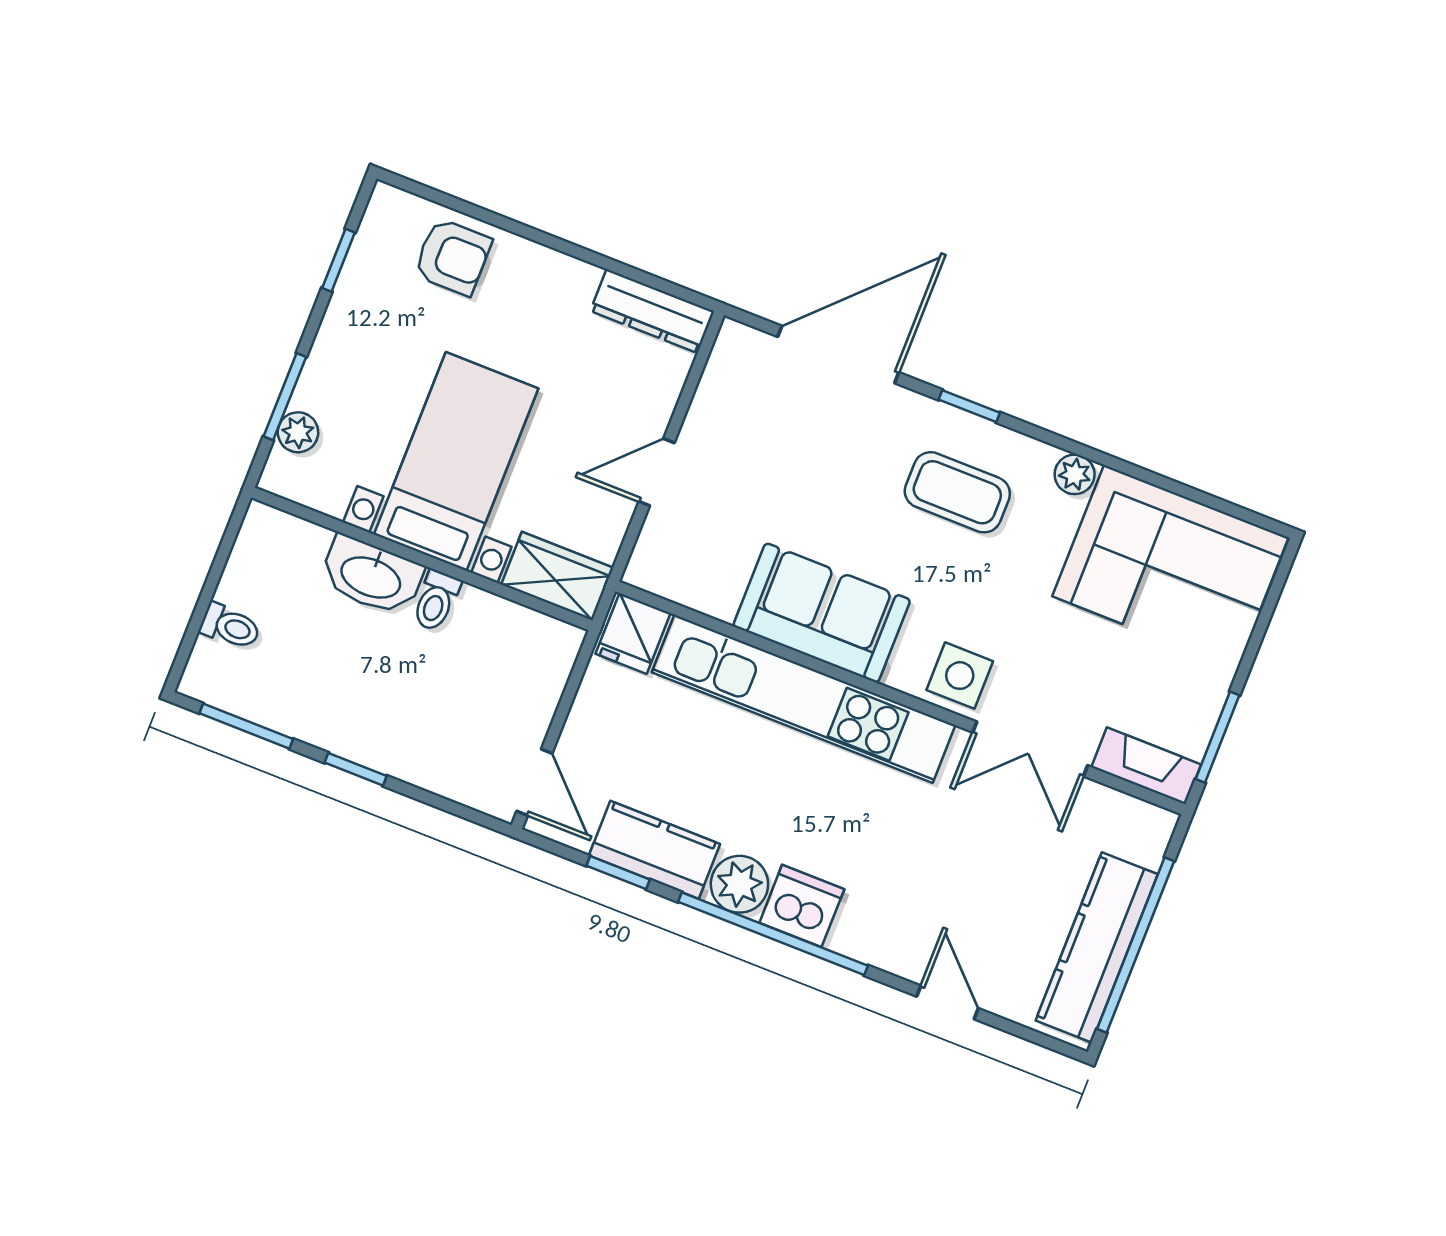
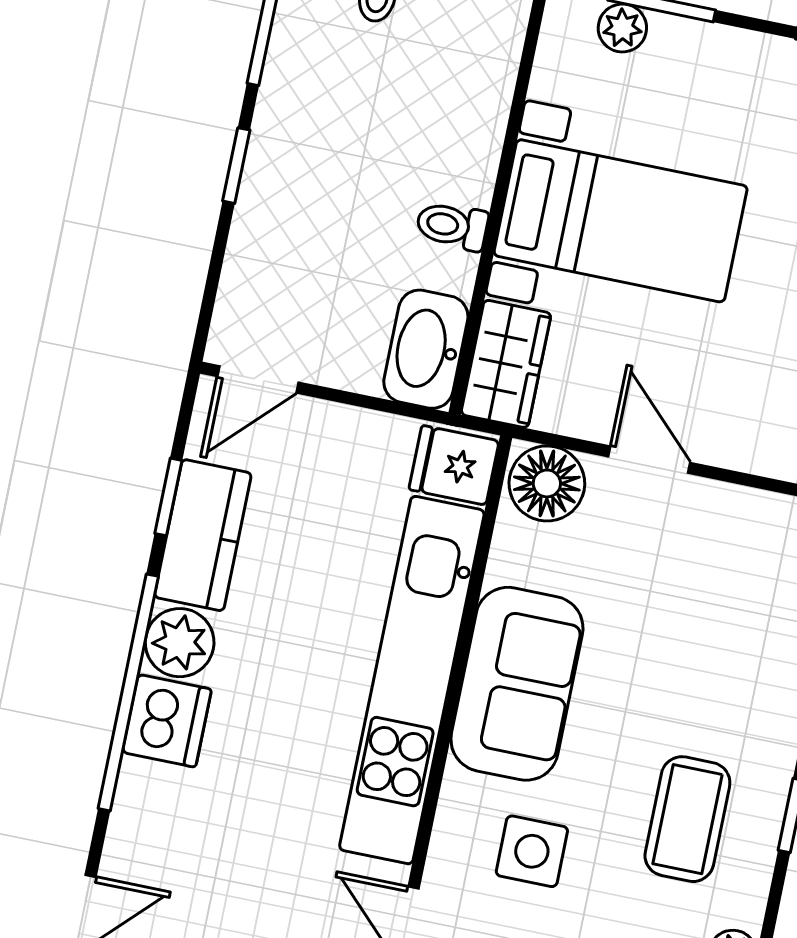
floor lamp: (661, 560) -> (547, 483), added
washbasin: (371, 576) -> (426, 349), moved
side table: (960, 676) -> (532, 851), moved

